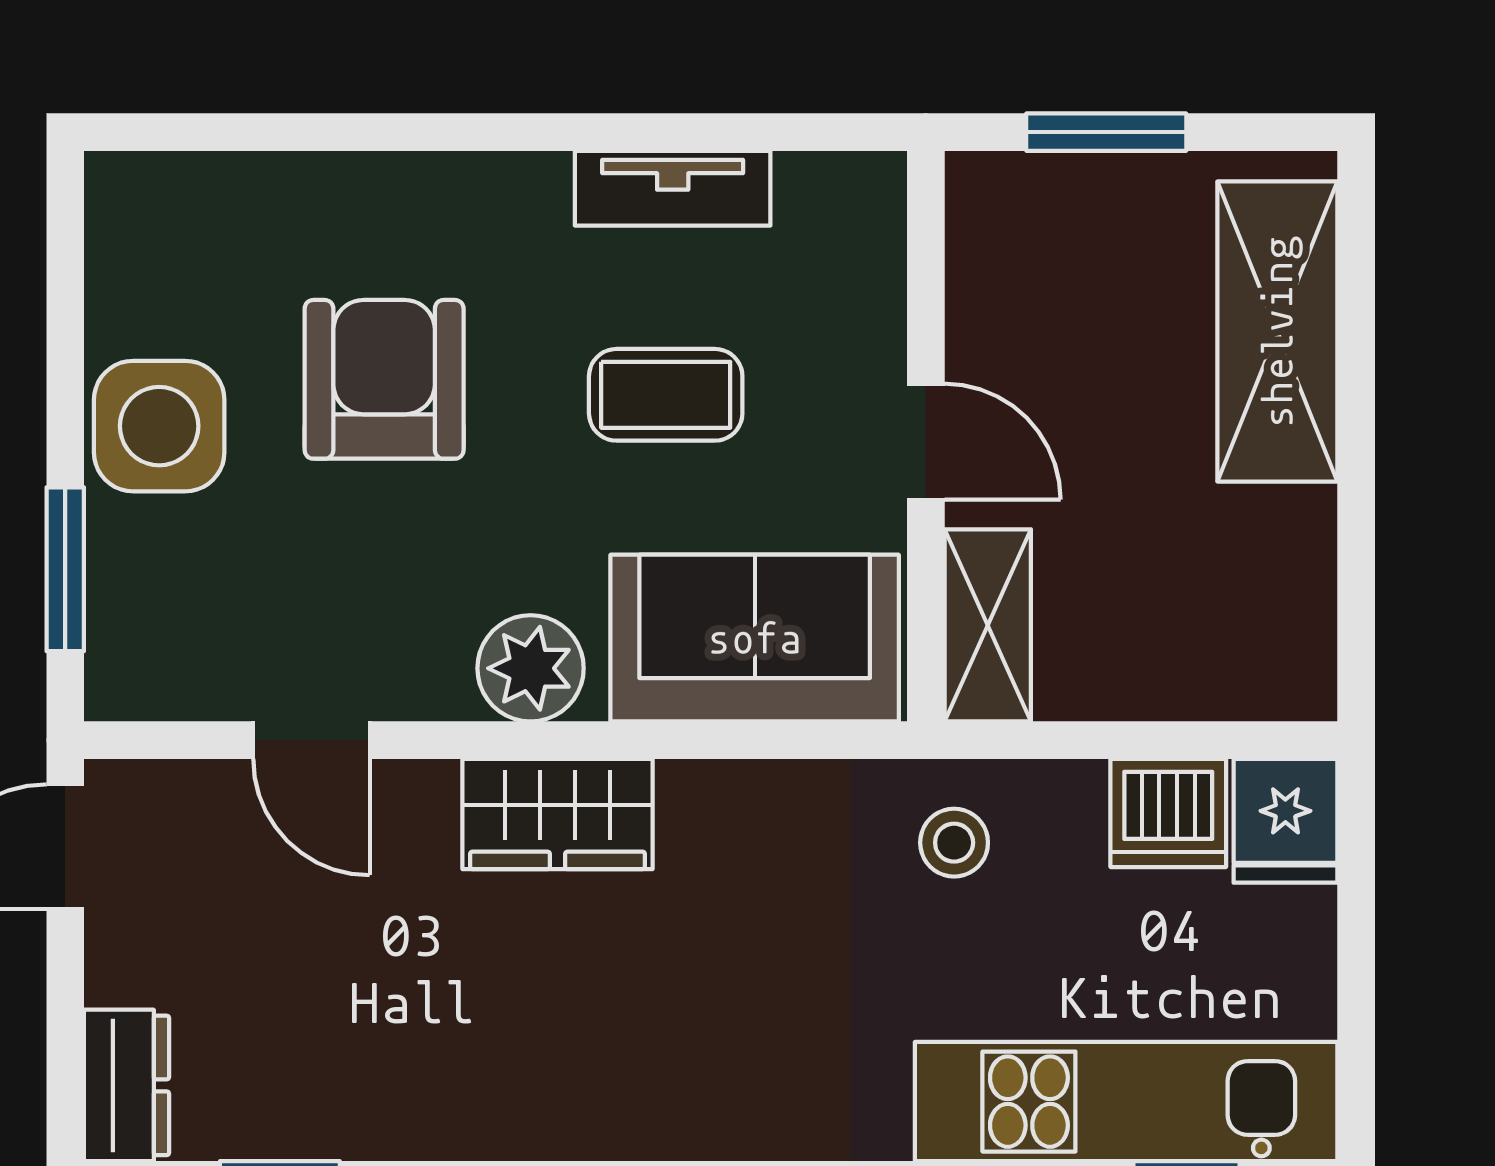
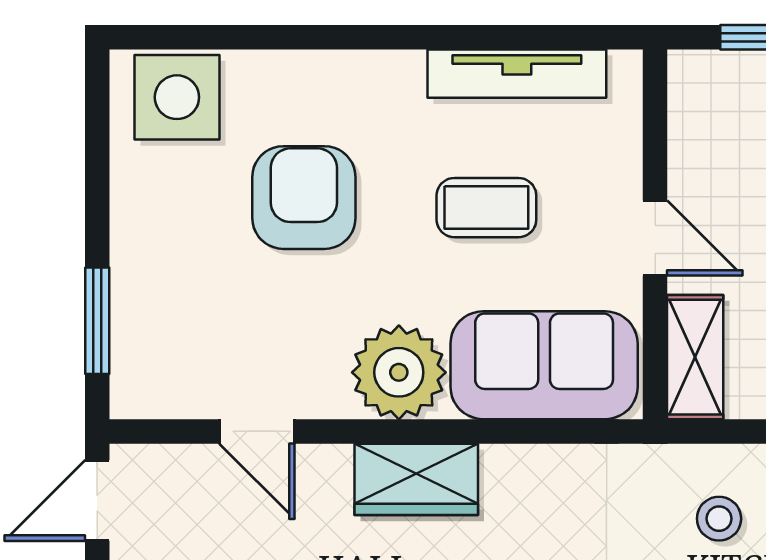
tv unit: (673, 188) -> (517, 74), width x1.41
side table: (159, 426) -> (177, 97), moved
plant: (531, 668) -> (399, 372), width x1.36, depth x1.36
stool: (954, 843) -> (719, 519), moved

